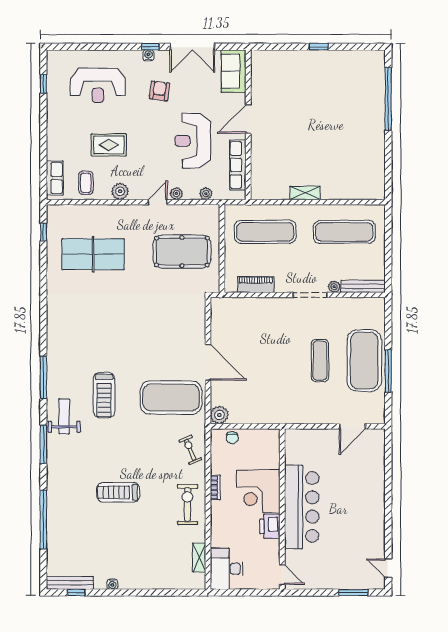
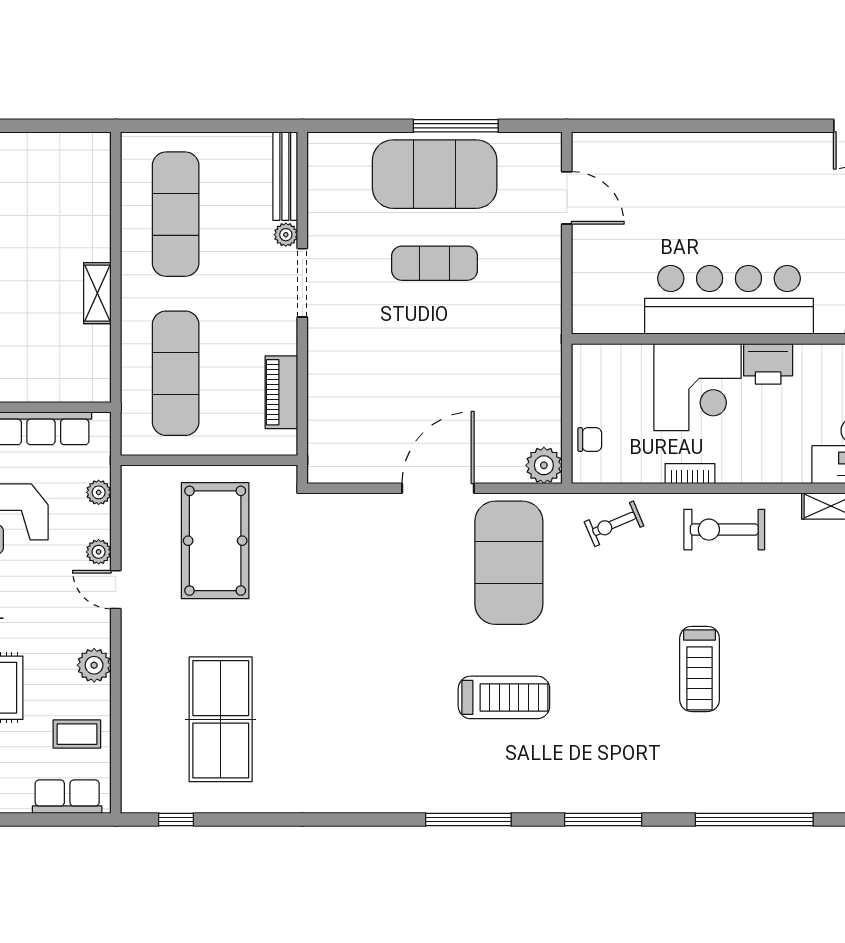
weight bench: (64, 416) -> (547, 778), removed

